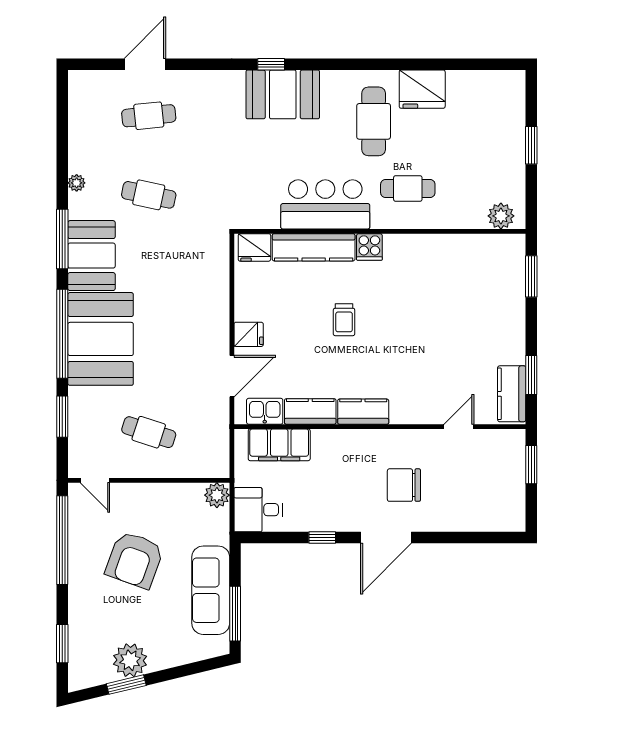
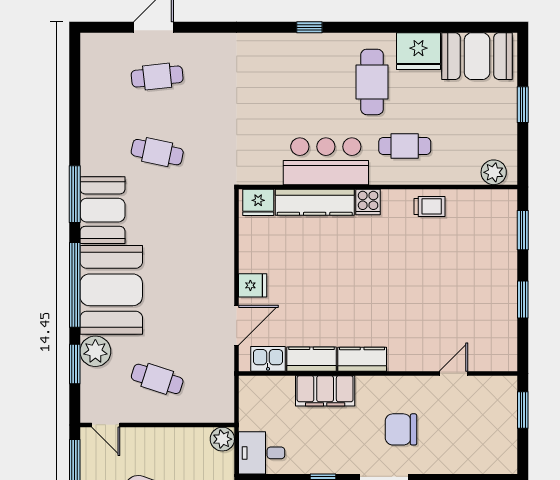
window: (271, 64) -> (309, 27), moved
booth: (283, 94) -> (477, 56), moved
plant: (77, 183) -> (95, 351), moved, width x1.87, depth x1.87
trolley: (344, 320) -> (430, 206), moved, turned -90
window: (531, 375) -> (523, 300), moved
kitchen counter: (512, 394) -> (504, 342), removed
filing cabinet: (279, 445) -> (325, 391), moved

